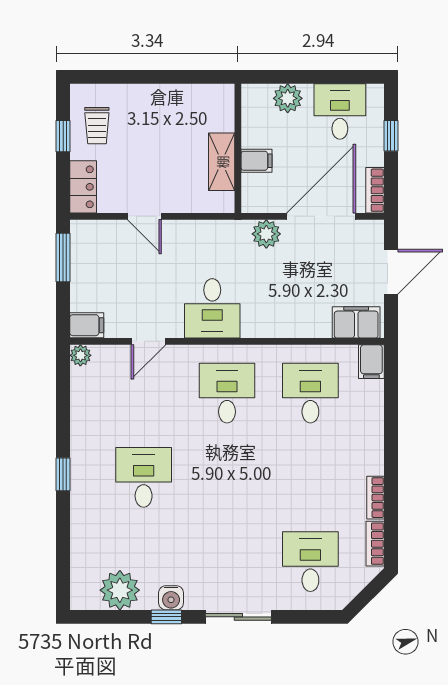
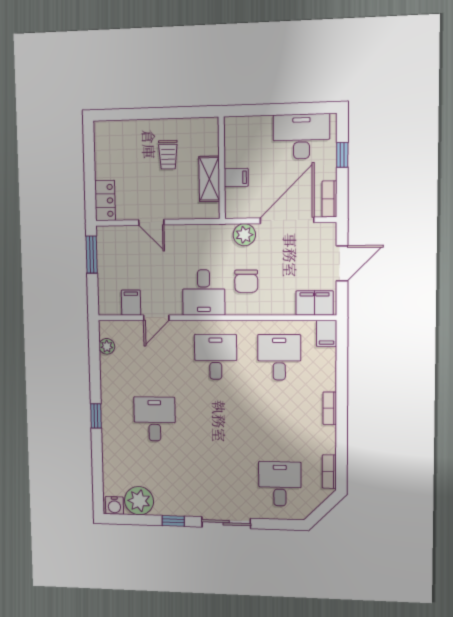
plant: (288, 98) -> (260, 127), removed
desk: (340, 111) -> (301, 136), width x1.37
trolley: (97, 126) -> (168, 155), moved
window: (63, 136) -> (89, 162), removed
chair: (268, 294) -> (246, 281), added
filing cabinet: (87, 325) -> (131, 303), moved, turned -90
plant: (80, 355) -> (107, 346), moved
bookcase: (376, 498) -> (330, 408), moved
water cooler: (171, 598) -> (114, 505), moved

